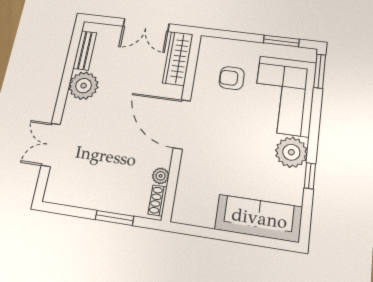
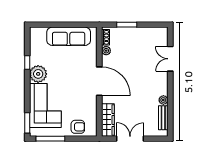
window: (281, 41) -> (50, 139), width x1.44
armchair: (232, 78) -> (78, 127), moved
plant: (84, 86) -> (163, 100), width x0.53, depth x0.53
double door: (51, 145) -> (170, 59), swing flipped
sofa: (259, 218) -> (69, 36), moved

